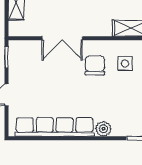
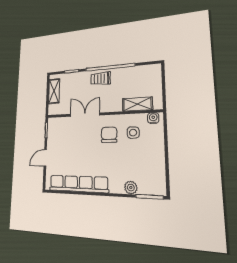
double door: (62, 38) -> (85, 115), swing flipped
plant: (103, 129) -> (131, 188), moved

